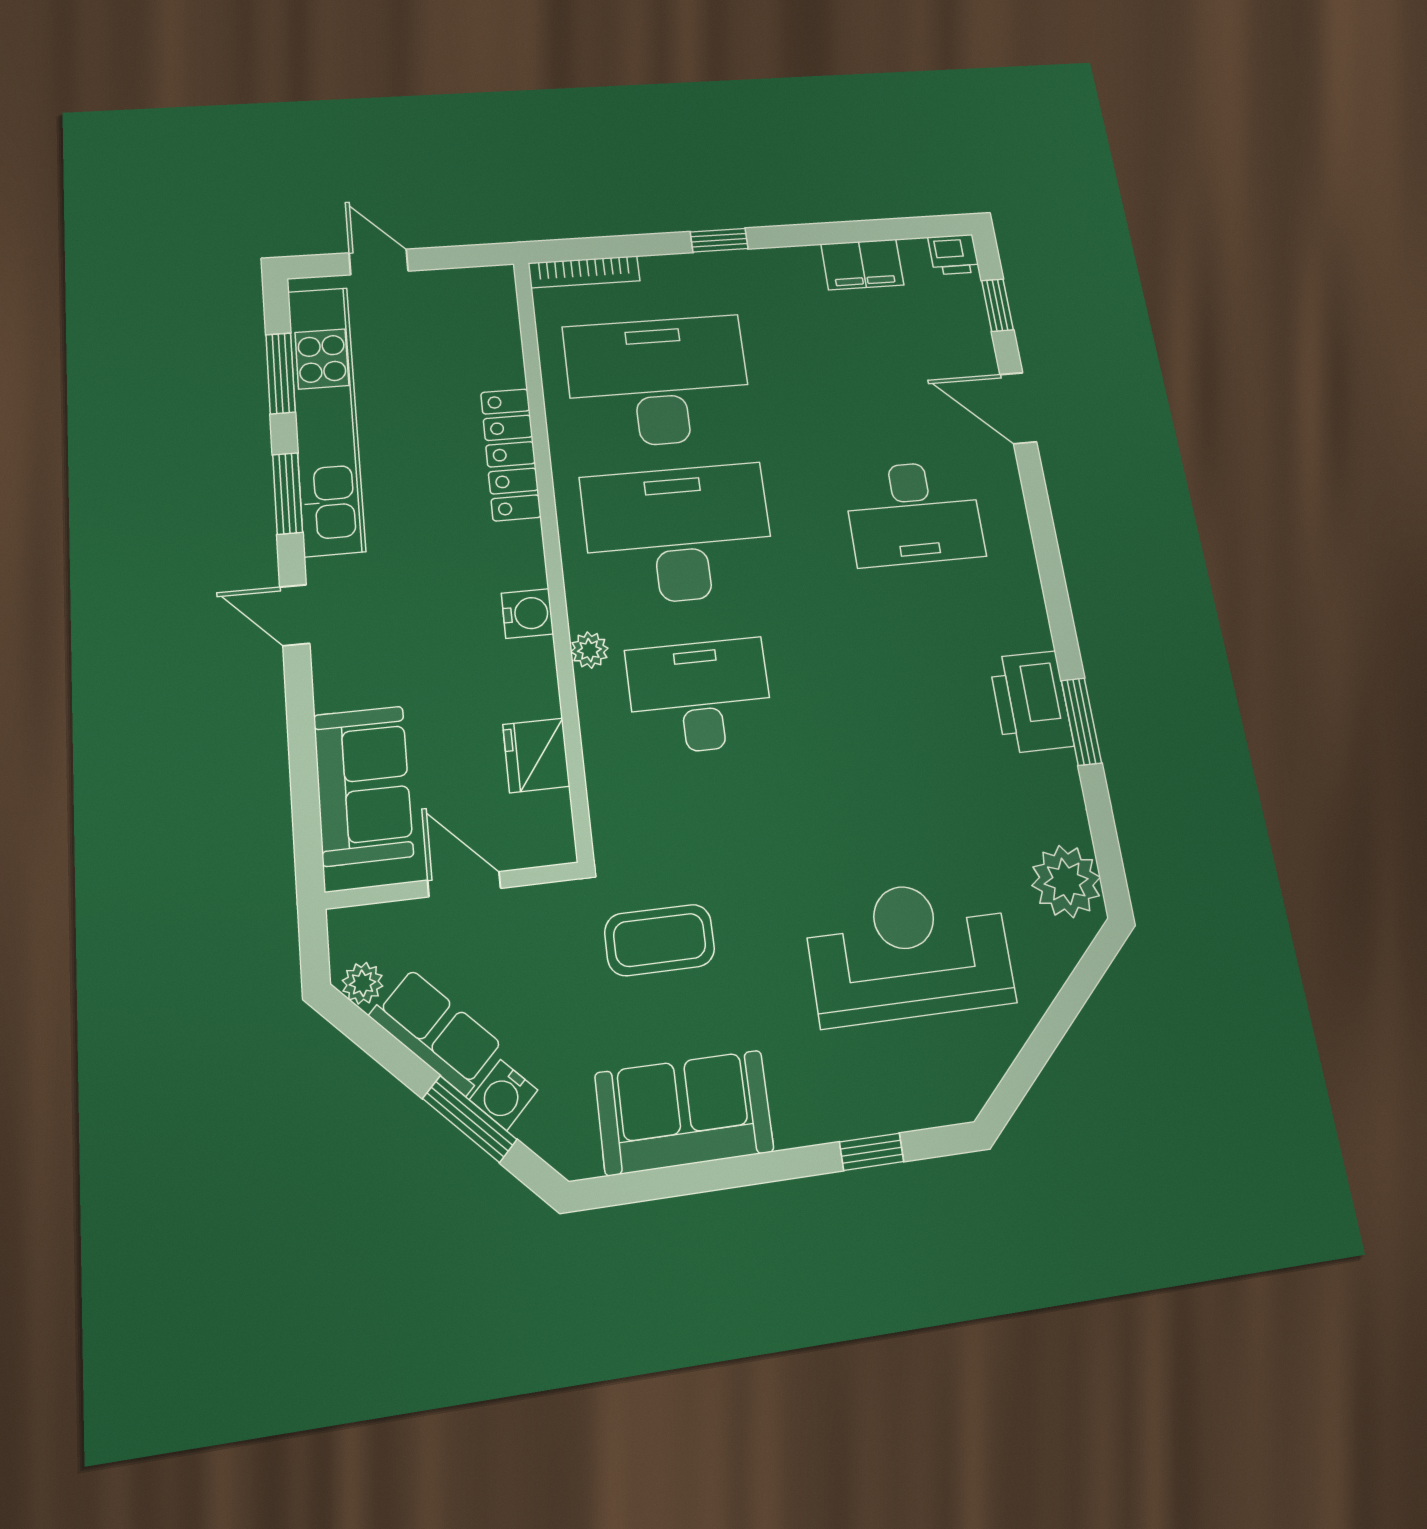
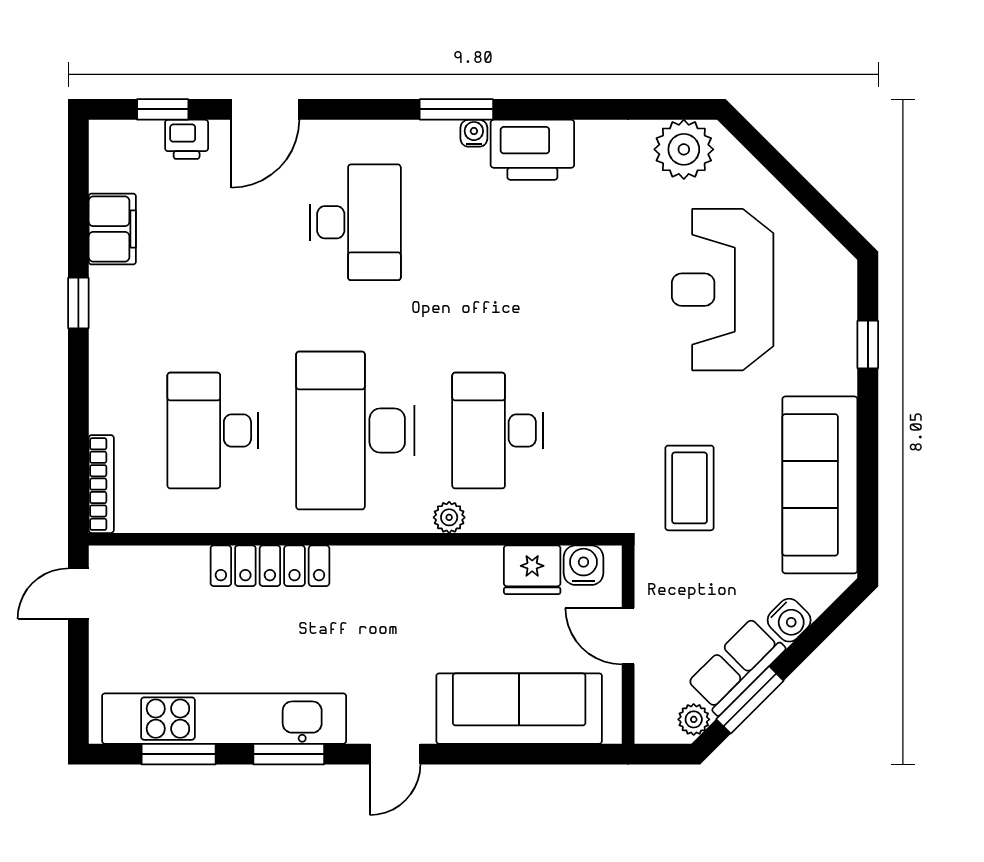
window: (719, 240) -> (78, 303), moved
printer: (954, 254) -> (187, 139), moved, turned 90
door: (379, 262) -> (78, 594), moved
desk: (658, 382) -> (213, 431), width x0.73, depth x0.77
water cooler: (528, 613) -> (583, 565), moved
water cooler: (1037, 634) -> (474, 133), added
window: (1081, 722) -> (456, 109), moved
sofa: (363, 785) -> (519, 709), width x1.36
door: (464, 884) -> (628, 636), hinge flipped
sofa: (684, 1112) -> (820, 485), width x1.36
window: (470, 1119) -> (750, 700), moved

